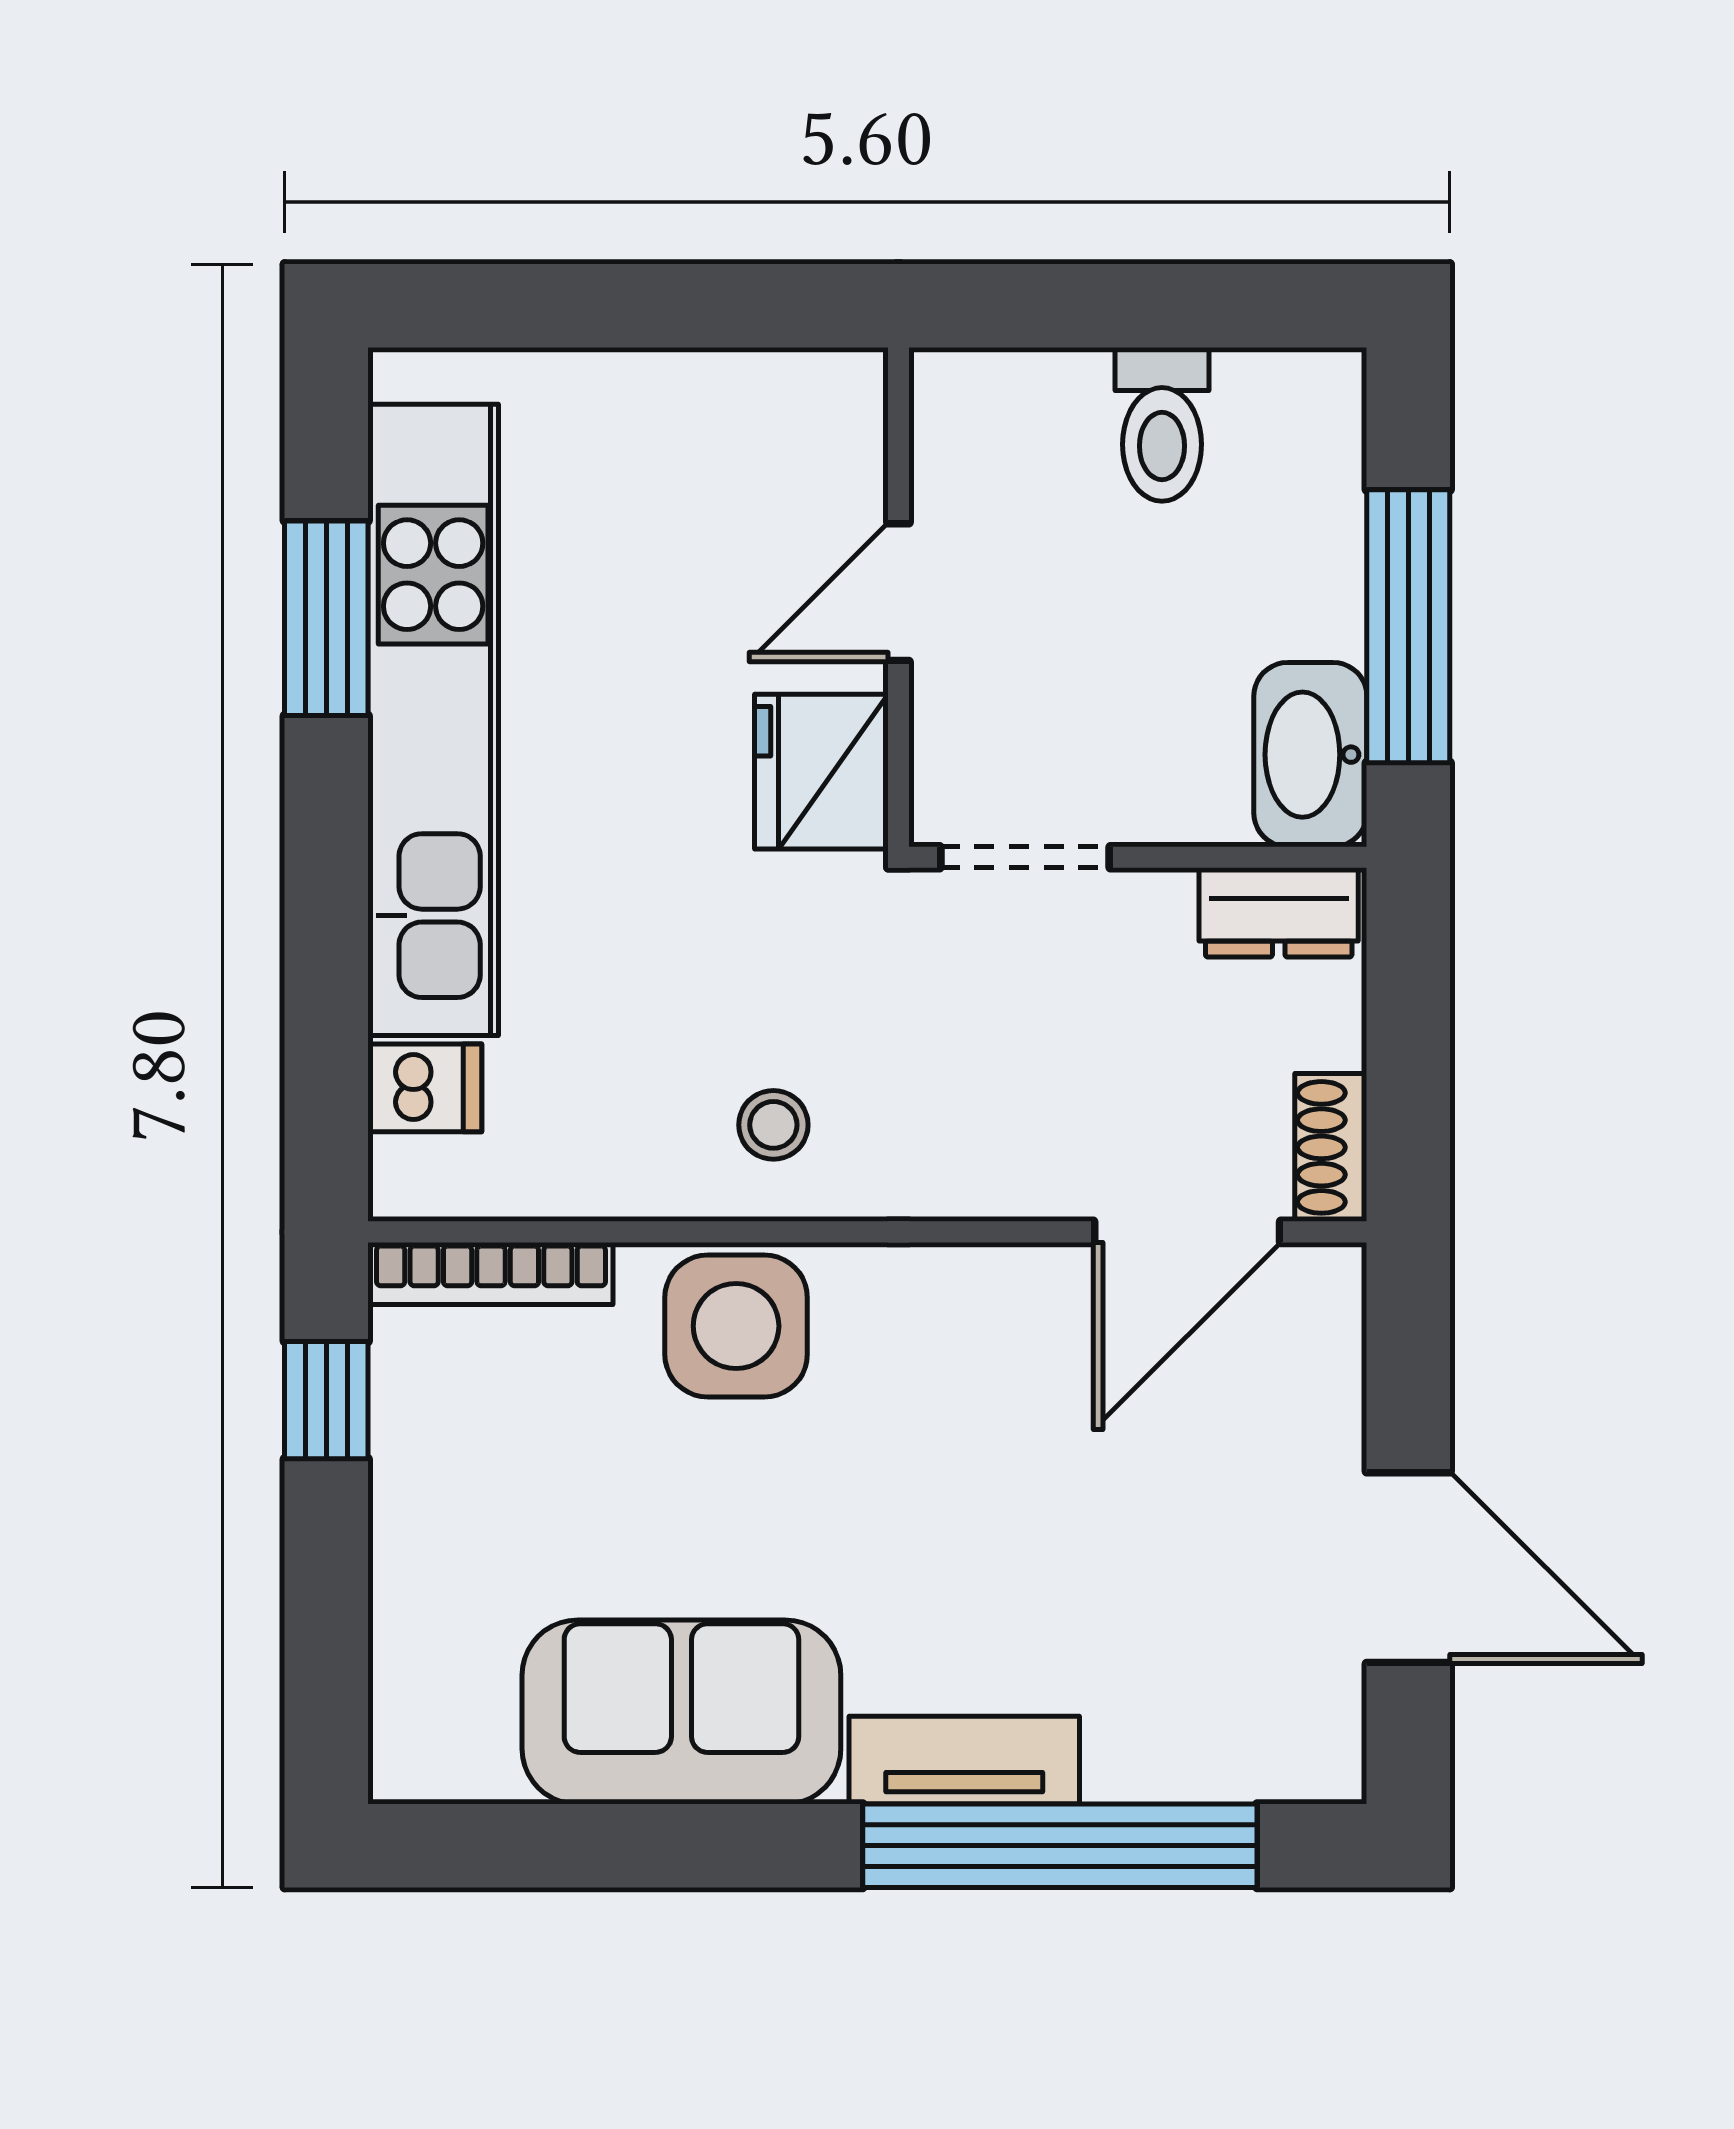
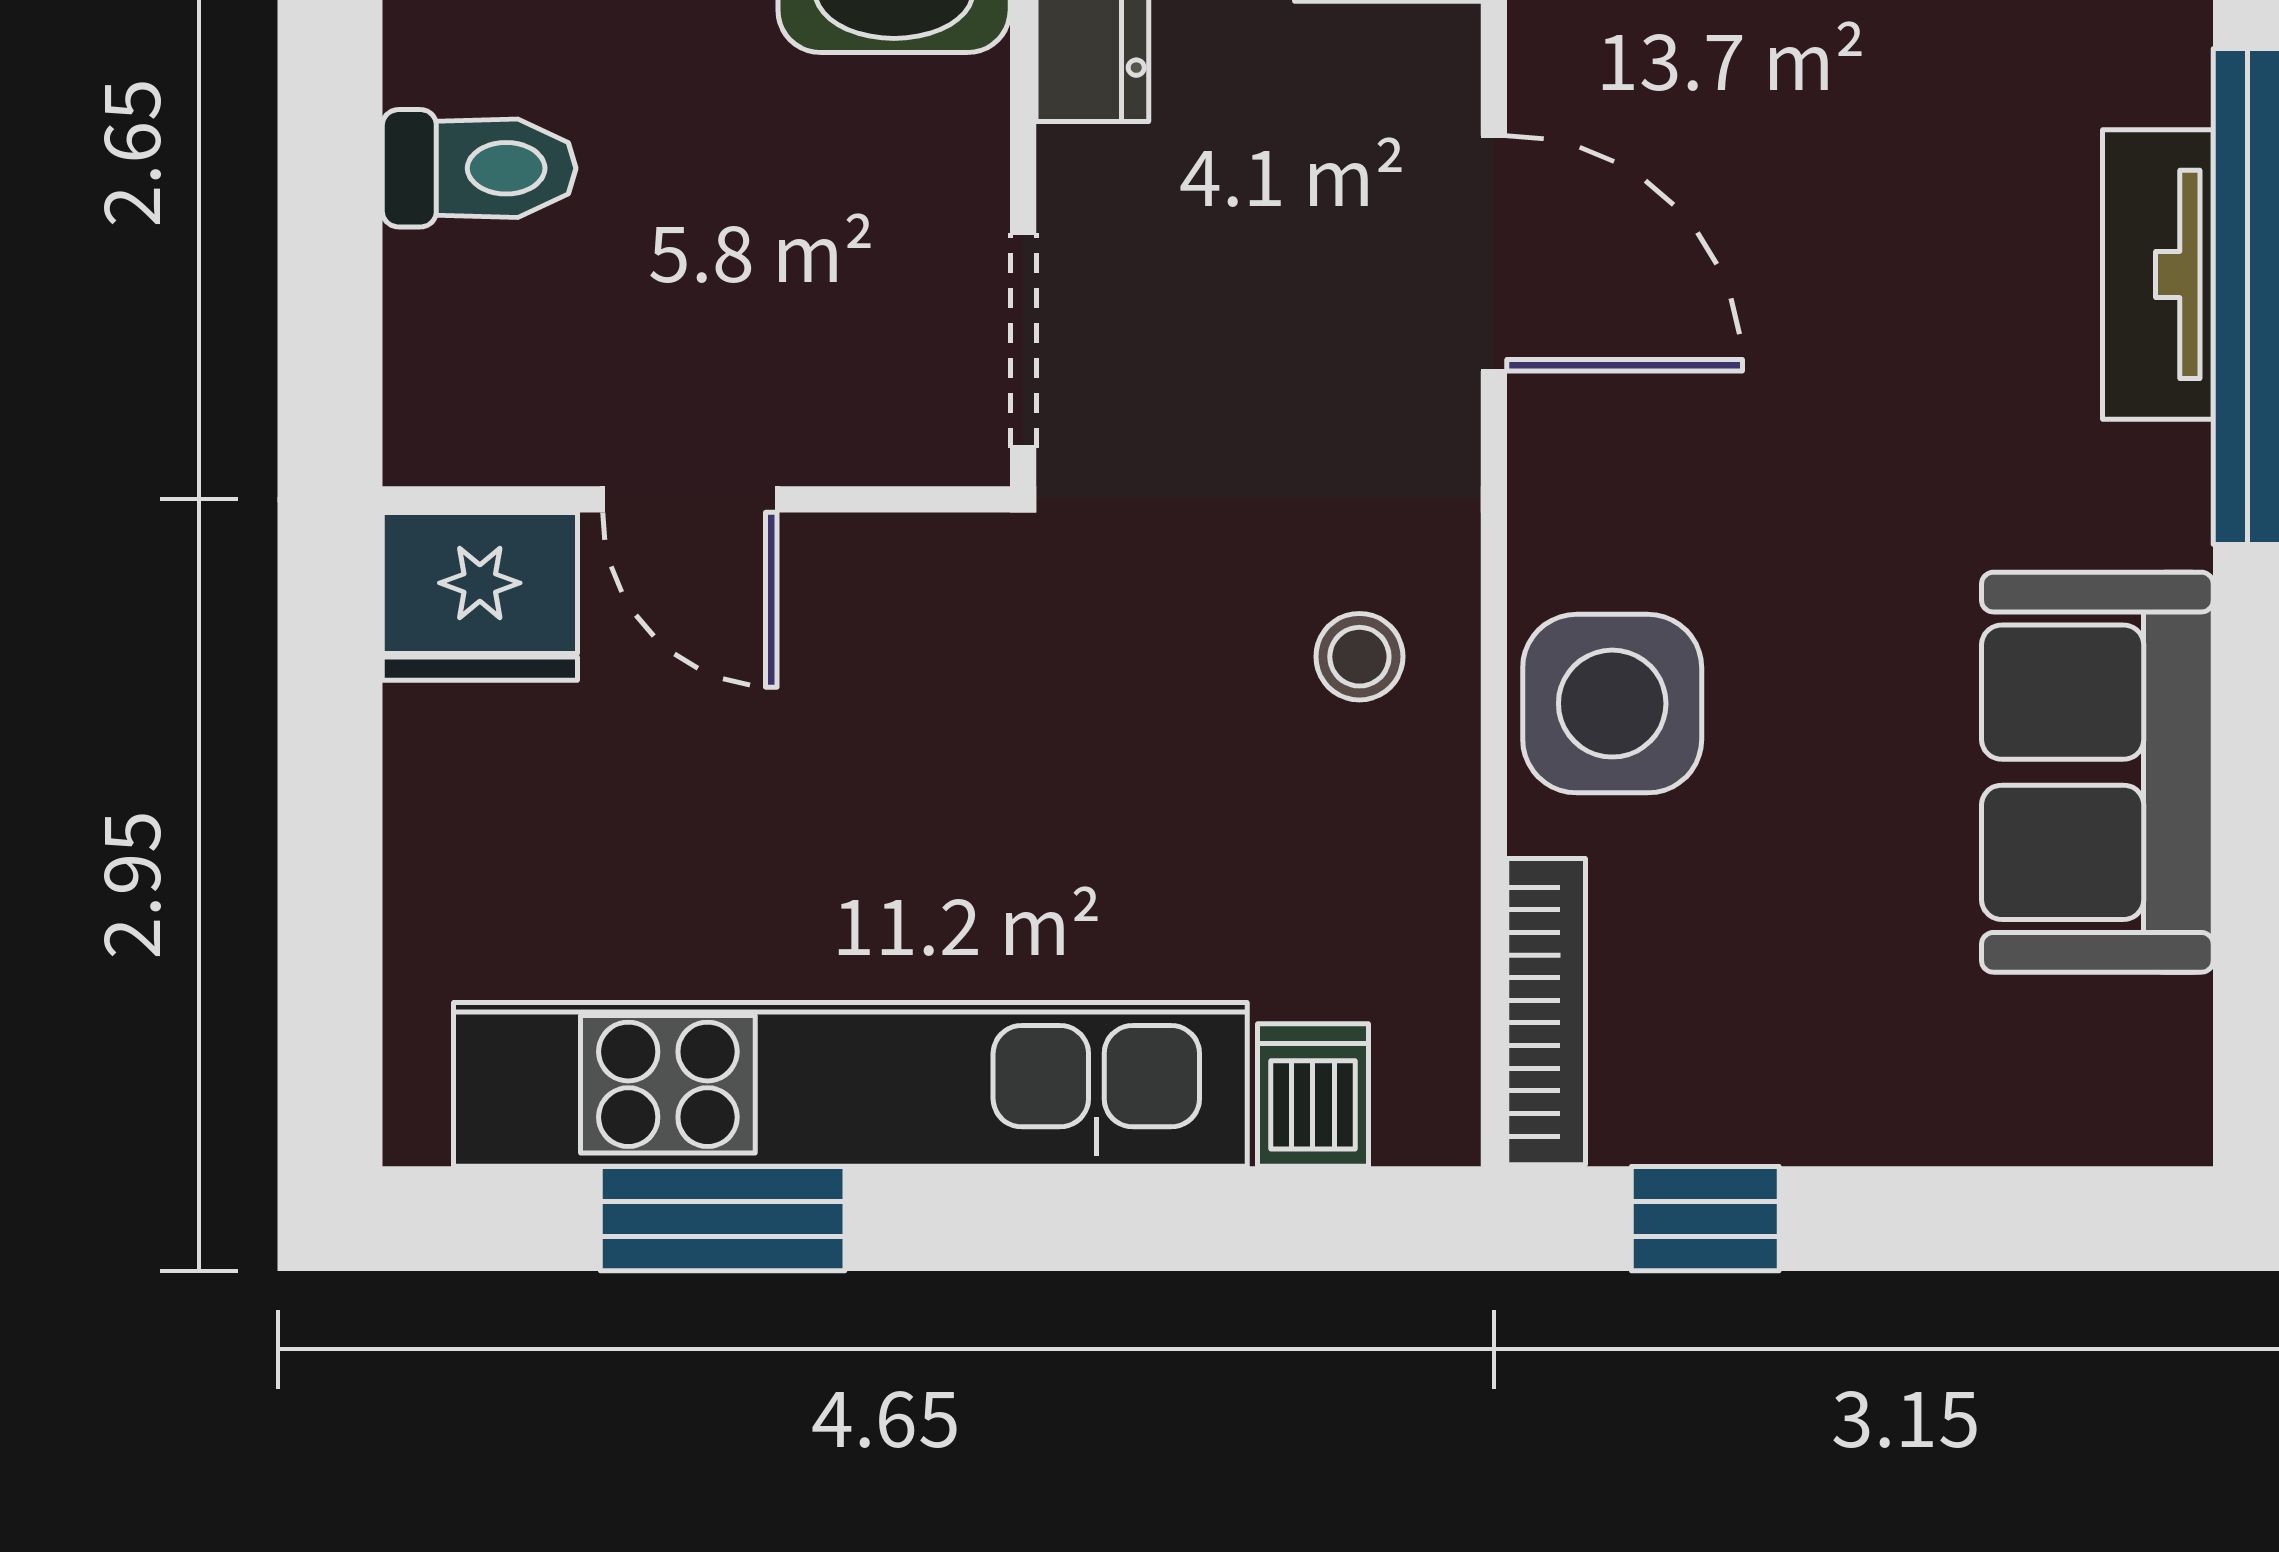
fridge: (821, 772) -> (480, 596), moved
door: (1187, 1232) -> (1494, 253), moved
tv unit: (964, 1760) -> (2158, 274), moved

